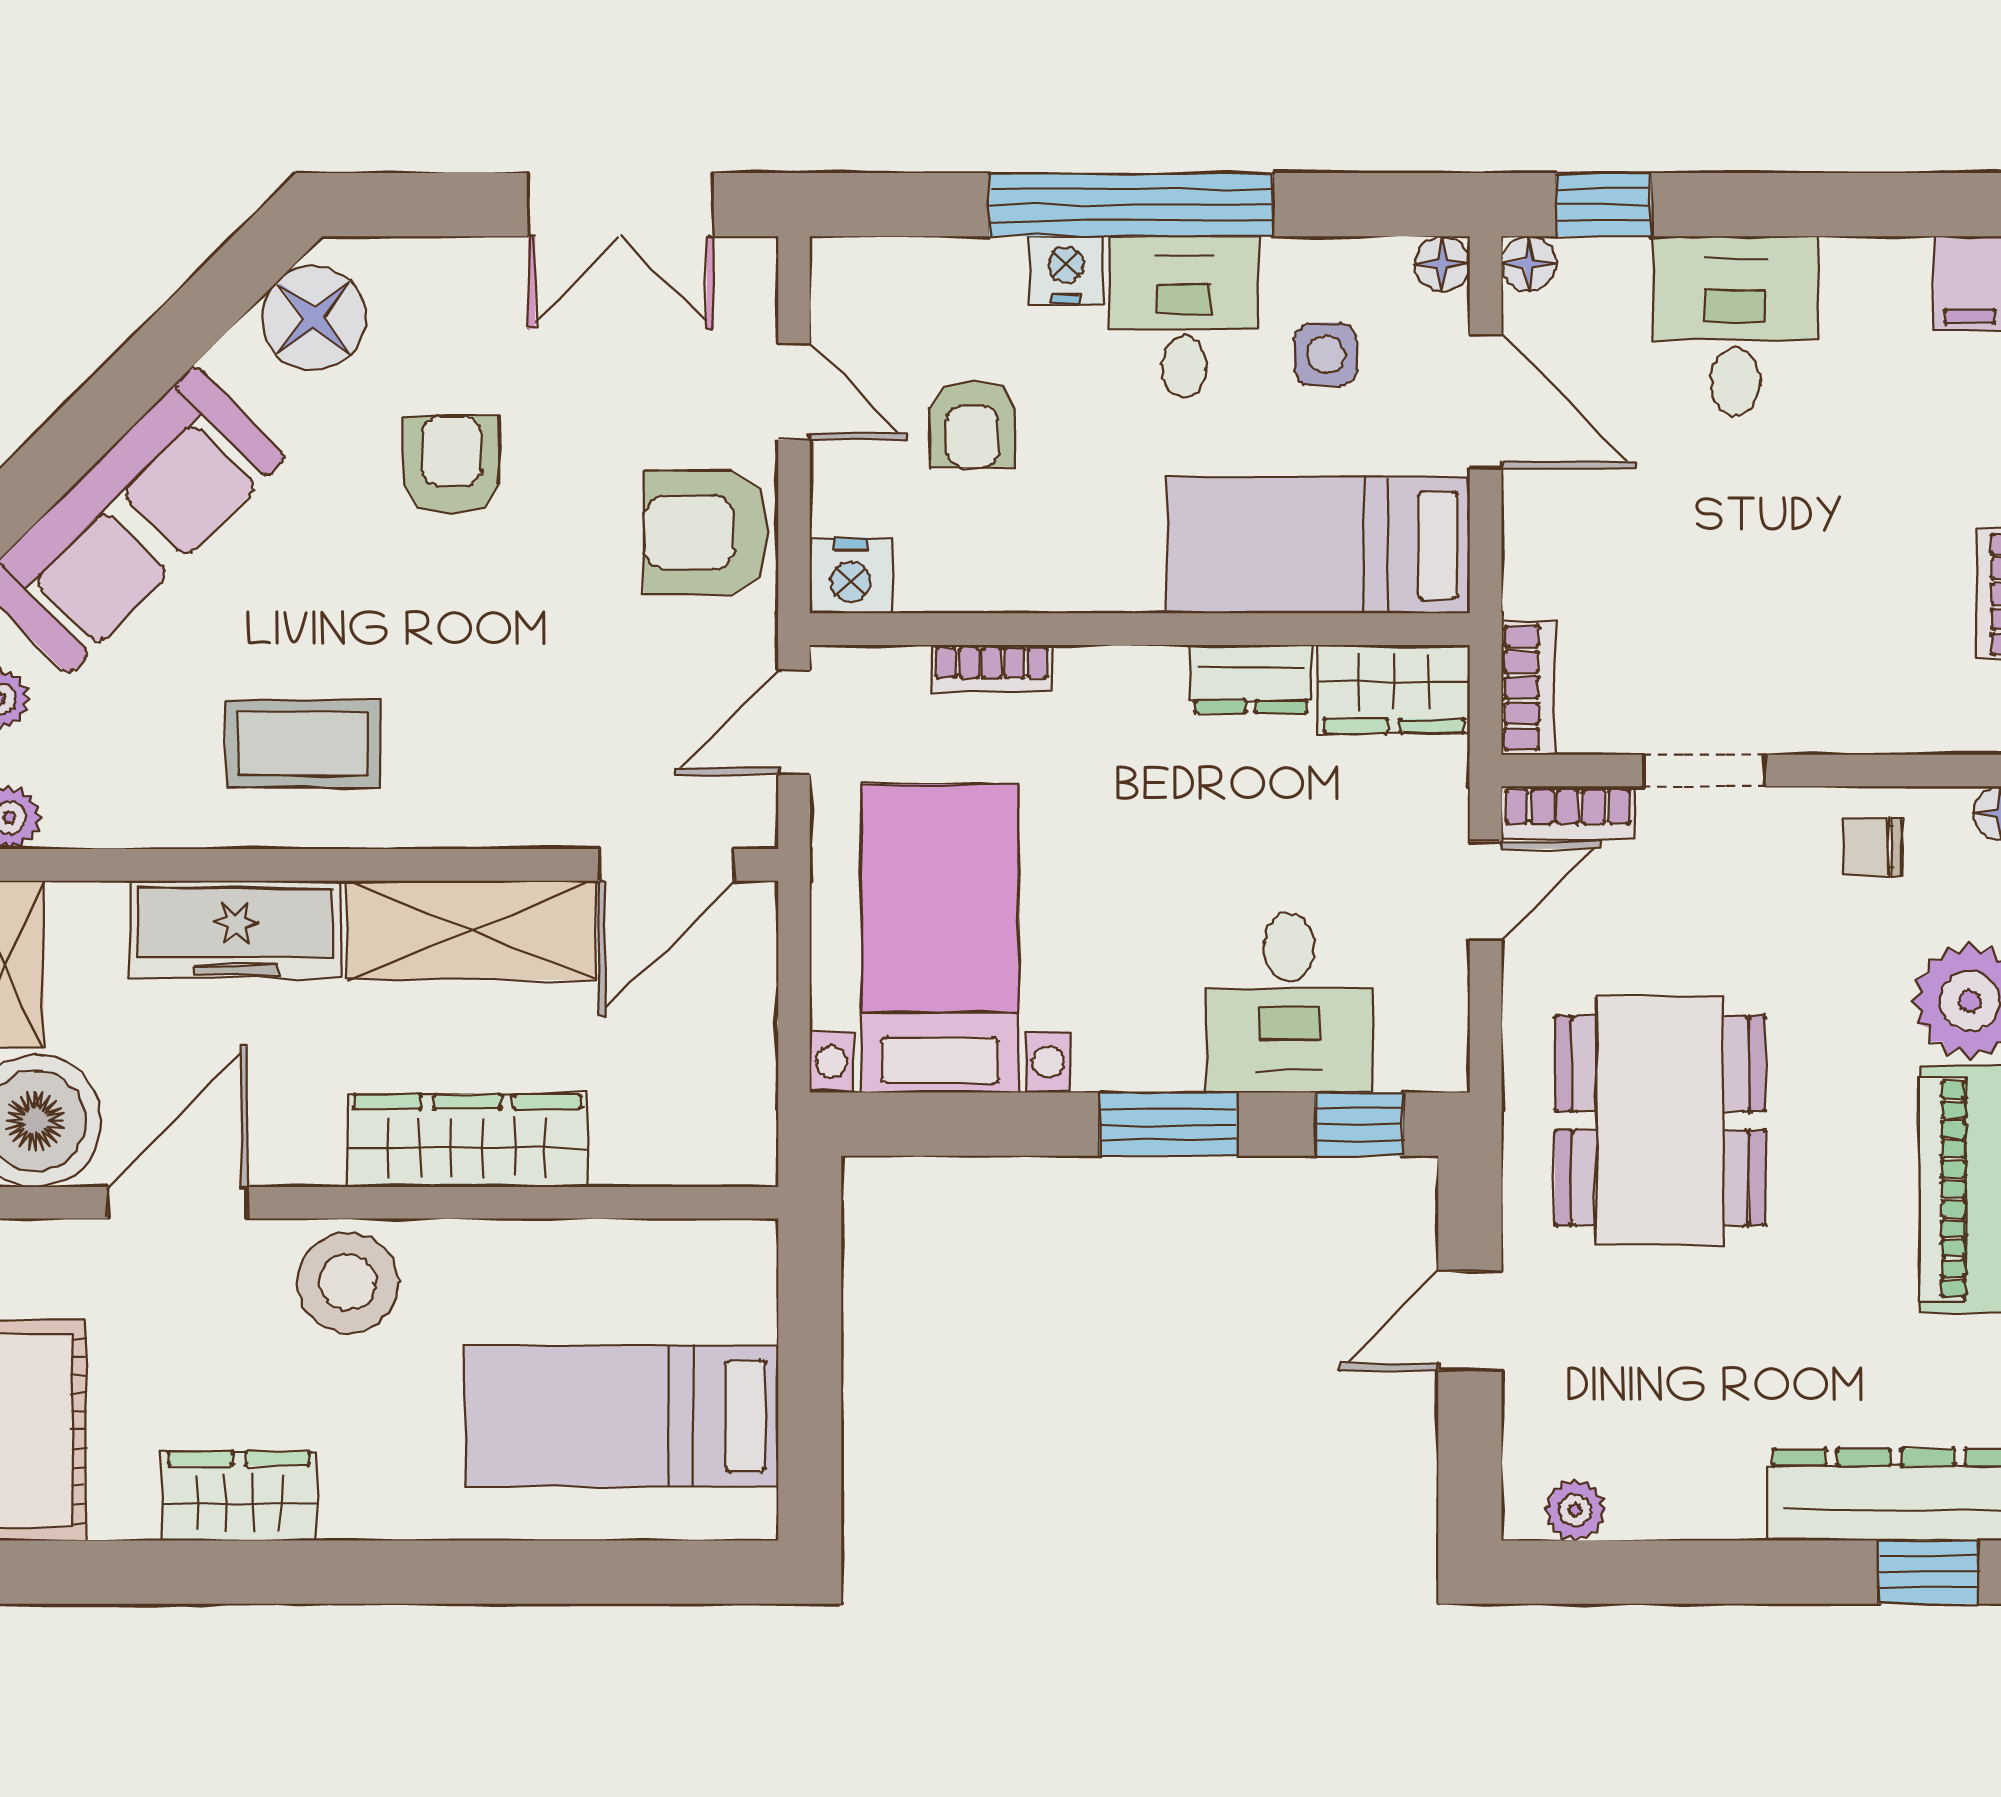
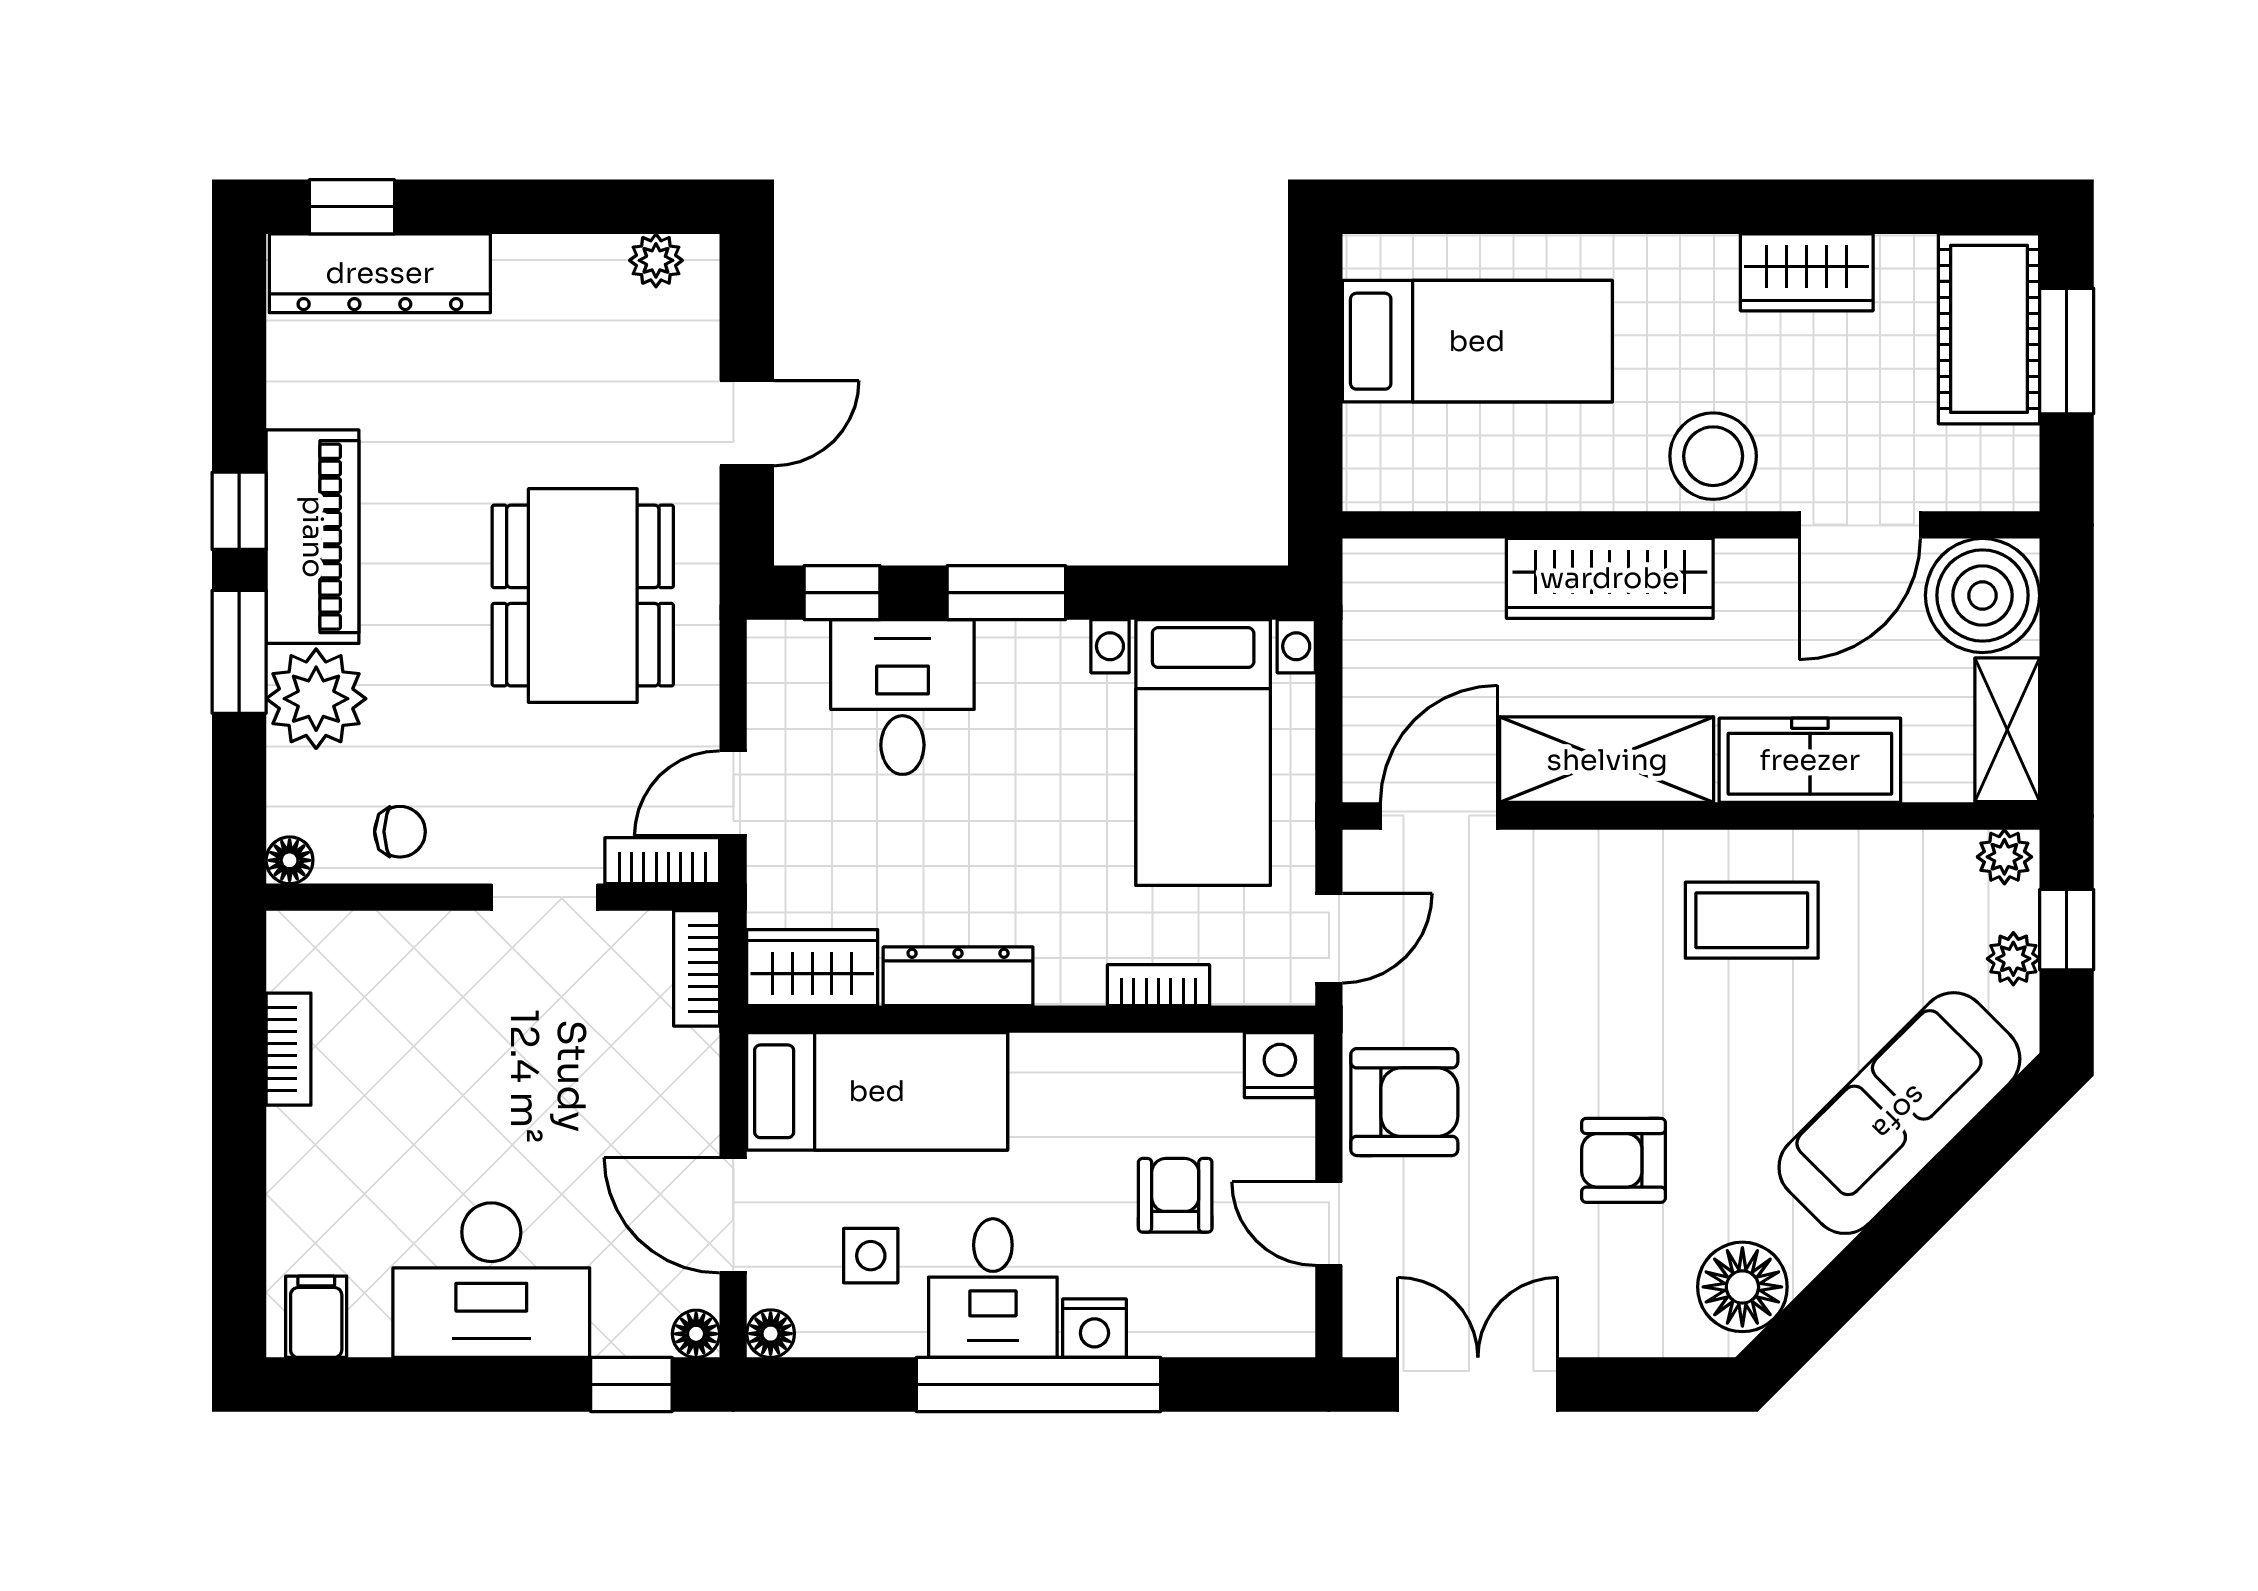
desk: (1735, 326) -> (491, 1280), width x1.37
armchair: (452, 465) -> (1624, 1160), turned 90
dresser: (1251, 679) -> (958, 976), width x1.44

